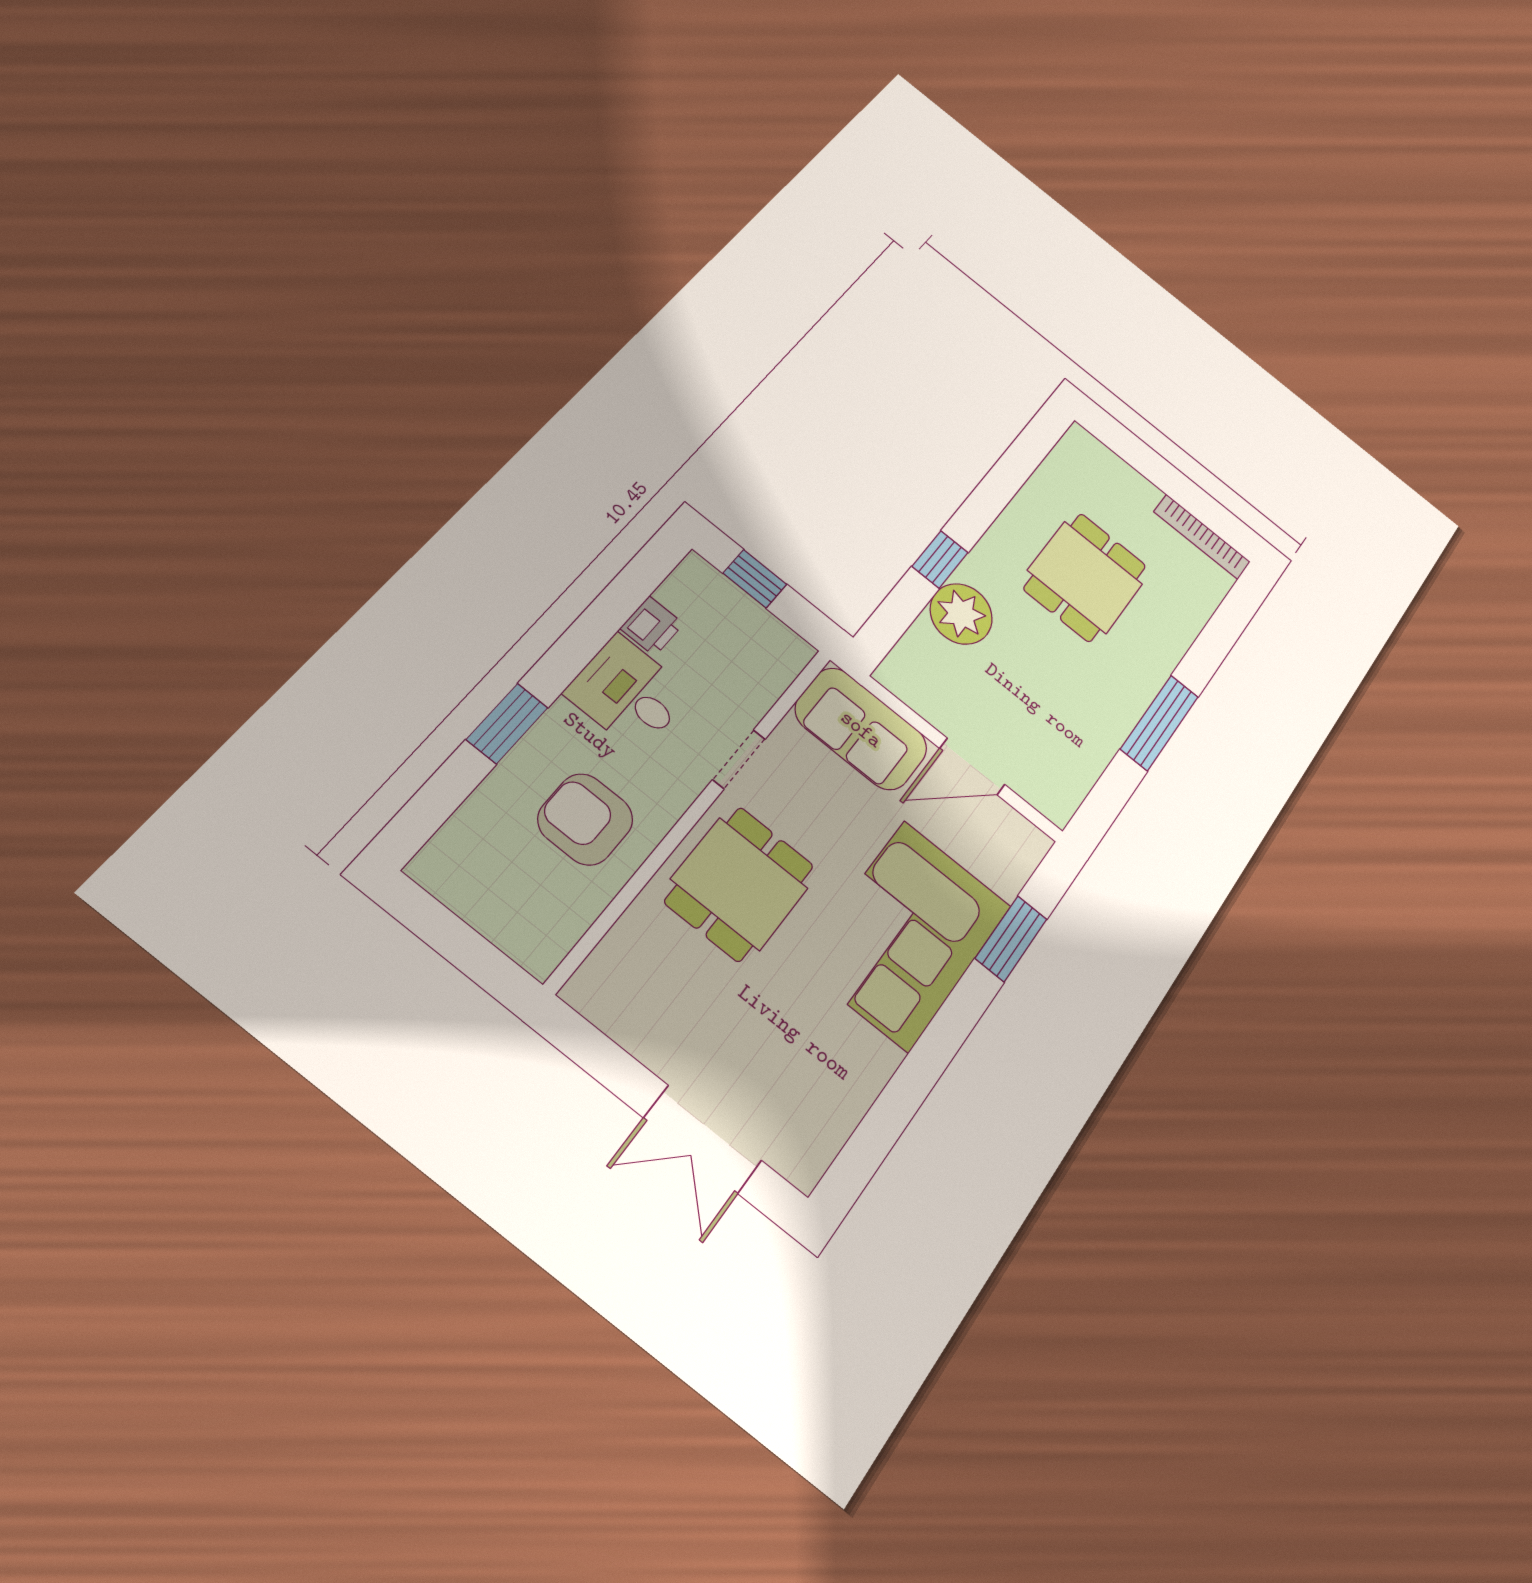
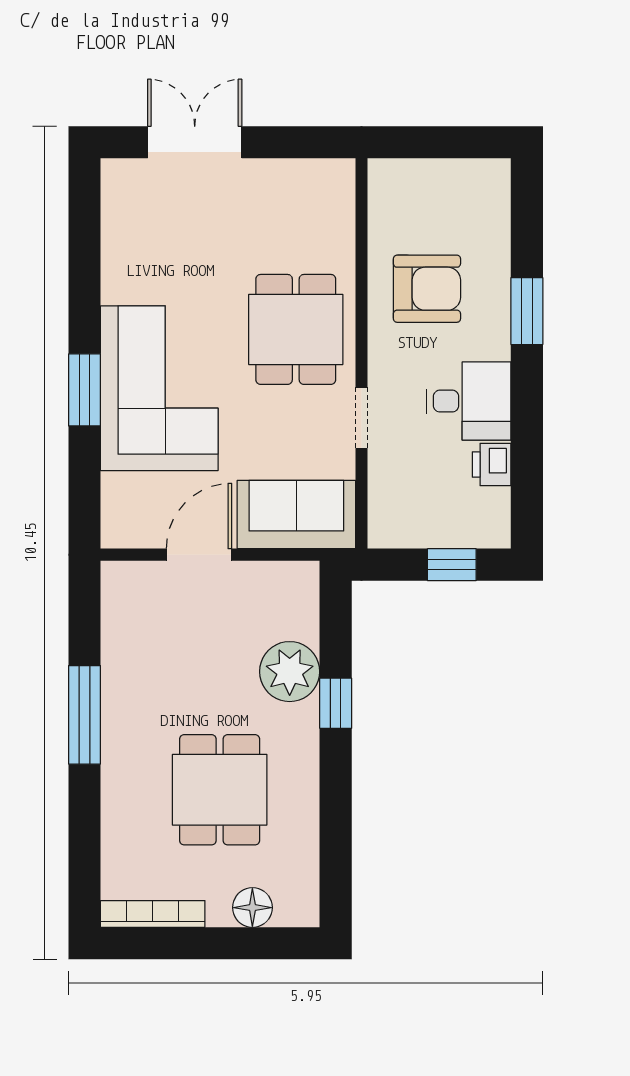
floor lamp: (1119, 476) -> (252, 908), added
window: (1011, 939) -> (85, 390), moved

